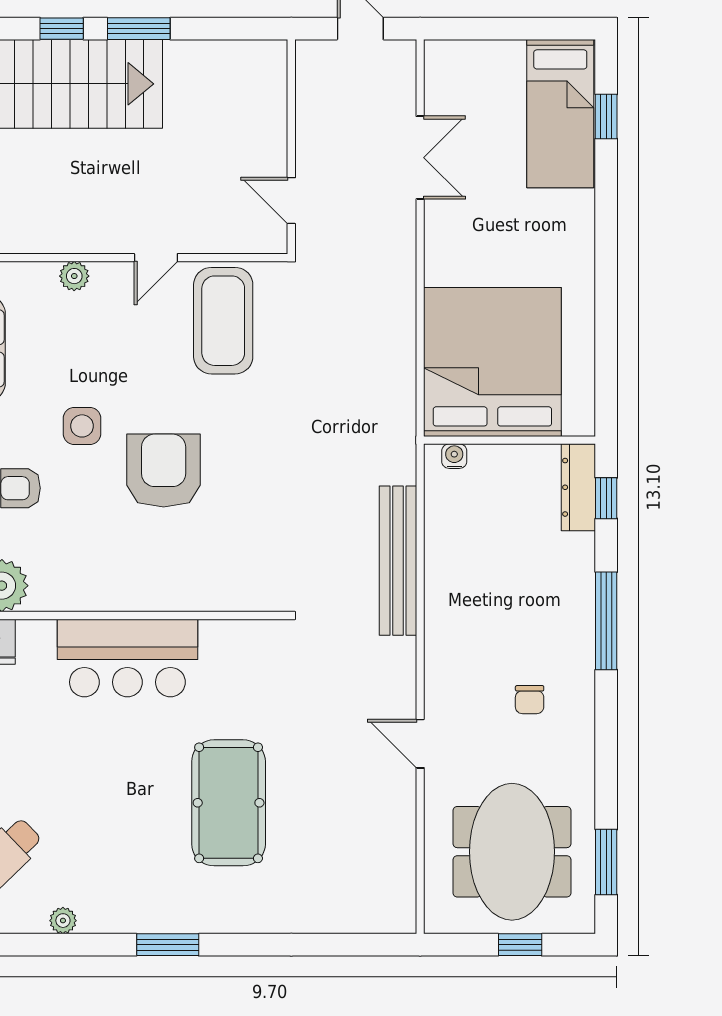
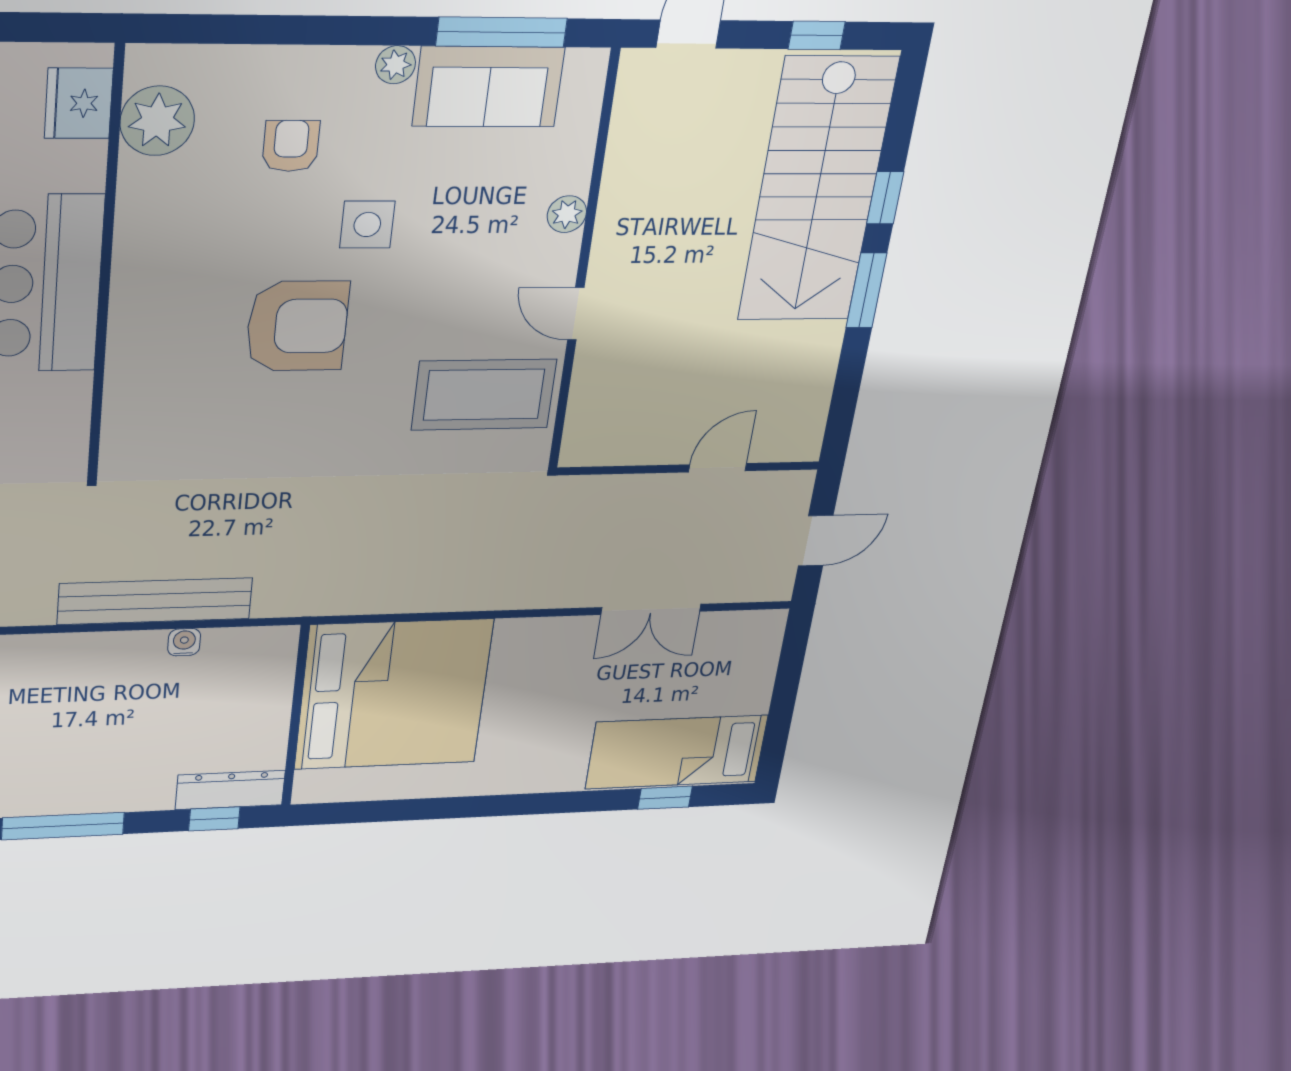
door: (291, 201) -> (718, 468), moved
water cooler: (454, 456) -> (184, 642), moved, turned -90

